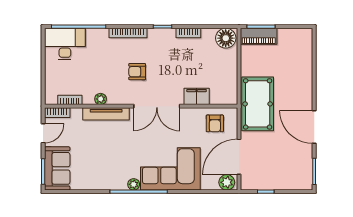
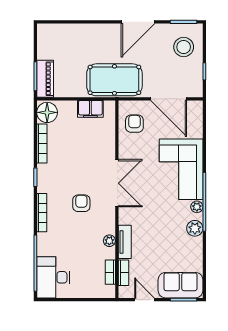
bookcase: (188, 33) -> (42, 144), width x1.56
armchair: (137, 72) -> (81, 203), turned 180
filing cabinet: (197, 96) -> (90, 109), moved, turned -90
bookcase: (57, 113) -> (123, 273), moved
tv unit: (106, 114) -> (125, 242), width x0.71
armchair: (215, 123) -> (134, 124), turned -90
stool: (290, 171) -> (184, 47), added
plant: (227, 182) -> (195, 228), moved

